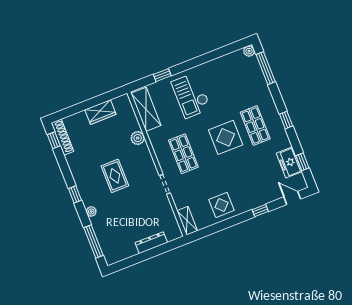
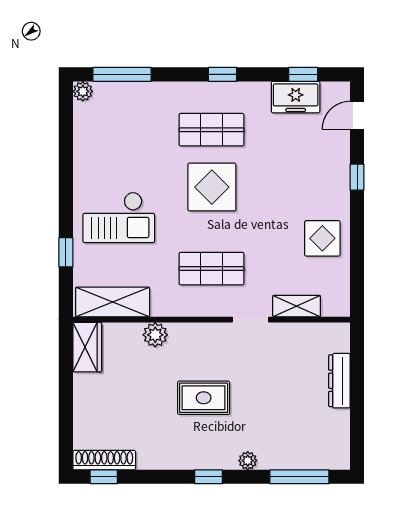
wardrobe: (100, 112) -> (87, 347), moved
shelving: (187, 221) -> (297, 306), moved

